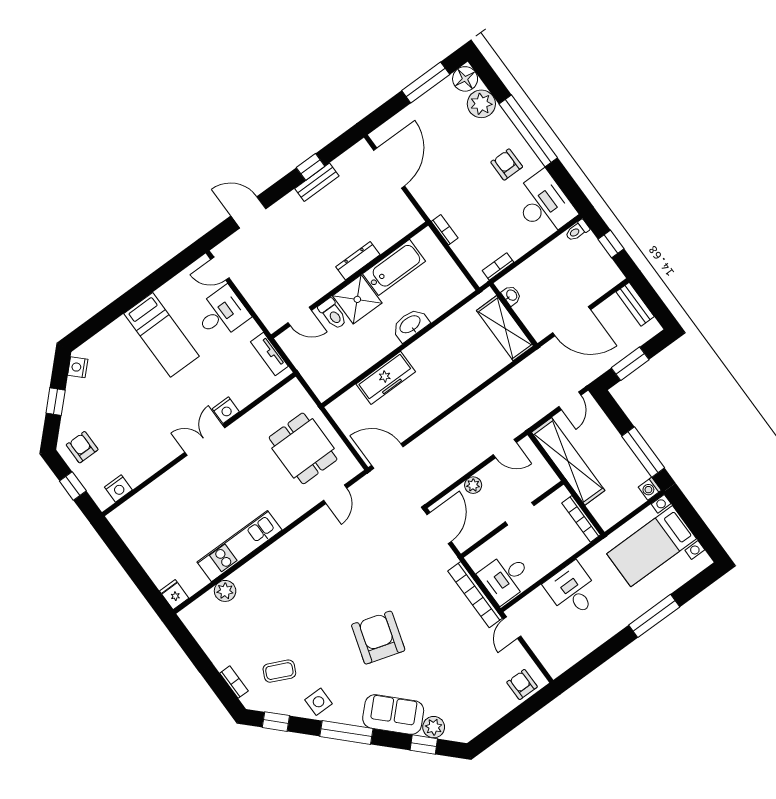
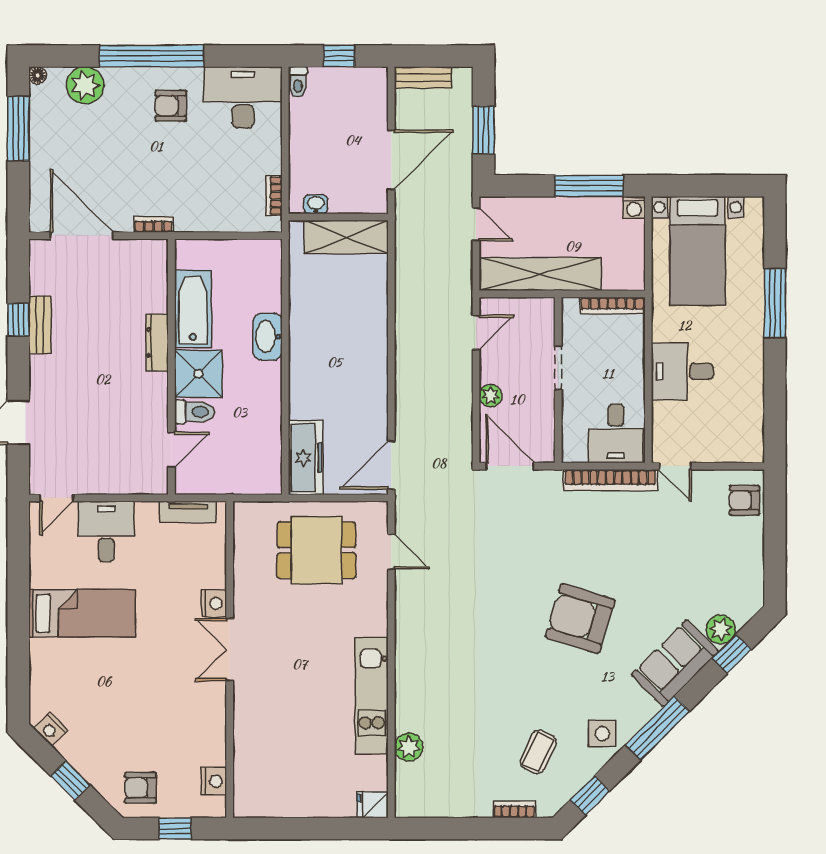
floor lamp: (465, 79) -> (38, 75), width x0.53, depth x0.53
bookcase: (445, 230) -> (154, 225), moved
freezer: (386, 378) -> (306, 458), moved

